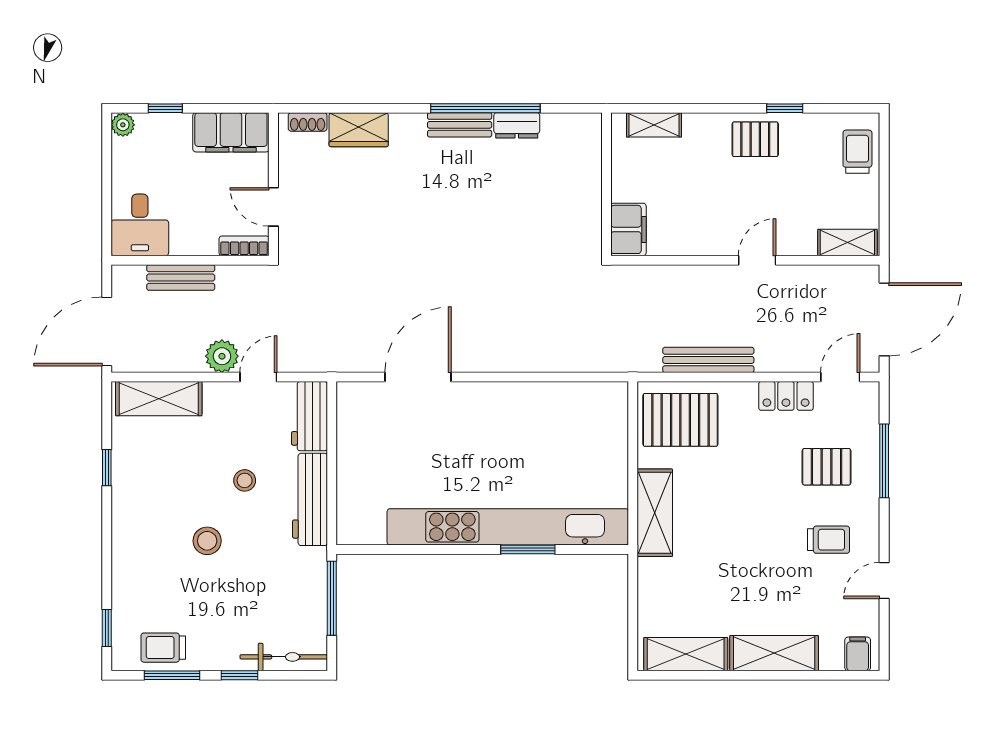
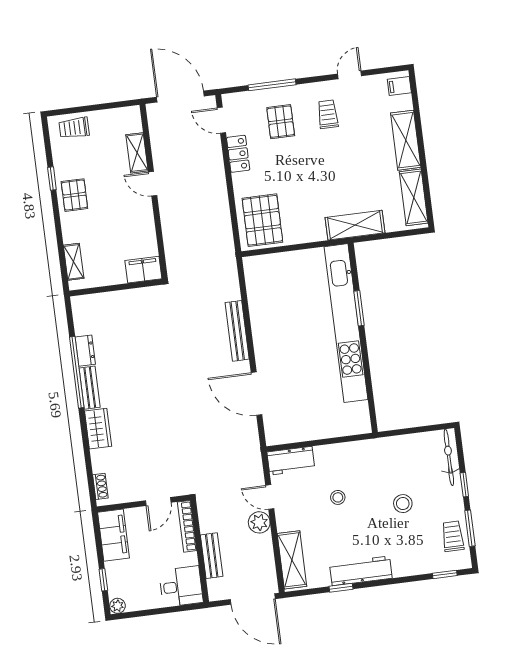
wardrobe: (359, 130) -> (98, 429), moved
shelving: (847, 242) -> (137, 153), moved
bookcase: (244, 246) -> (187, 526), width x1.56
bench: (708, 360) -> (237, 331), moved
workbench: (310, 499) -> (361, 571), moved, turned 180
shelving: (655, 513) -> (355, 225), moved
stool: (207, 541) -> (403, 504), moved
door: (884, 581) -> (350, 75), swing flipped
window: (332, 598) -> (407, 431), removed
trolley: (163, 648) -> (453, 536), turned 180

